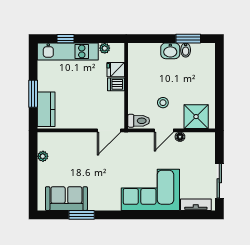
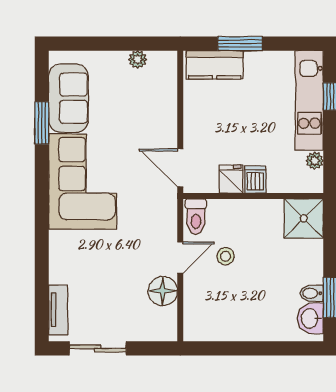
washbasin: (170, 51) -> (310, 318), moved
fridge: (116, 70) -> (231, 179), moved
shower: (196, 117) -> (304, 218), moved
door: (164, 130) -> (180, 258), swing flipped
floor lamp: (180, 137) -> (163, 291), width x1.89, depth x1.89
corner sofa: (150, 190) -> (83, 182), moved

